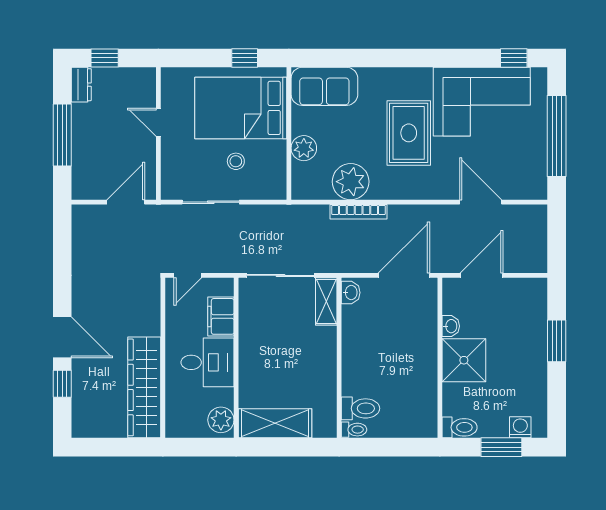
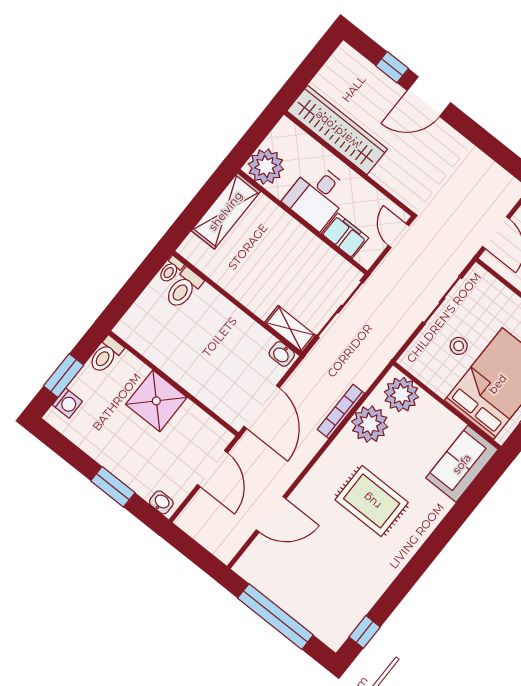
corner sofa: (482, 102) -> (350, 579), removed
plant: (304, 148) -> (401, 395), moved, width x1.36, depth x1.36
washbasin: (451, 326) -> (161, 502), moved, turned 180
plant: (221, 420) -> (266, 167), width x1.36, depth x1.36

